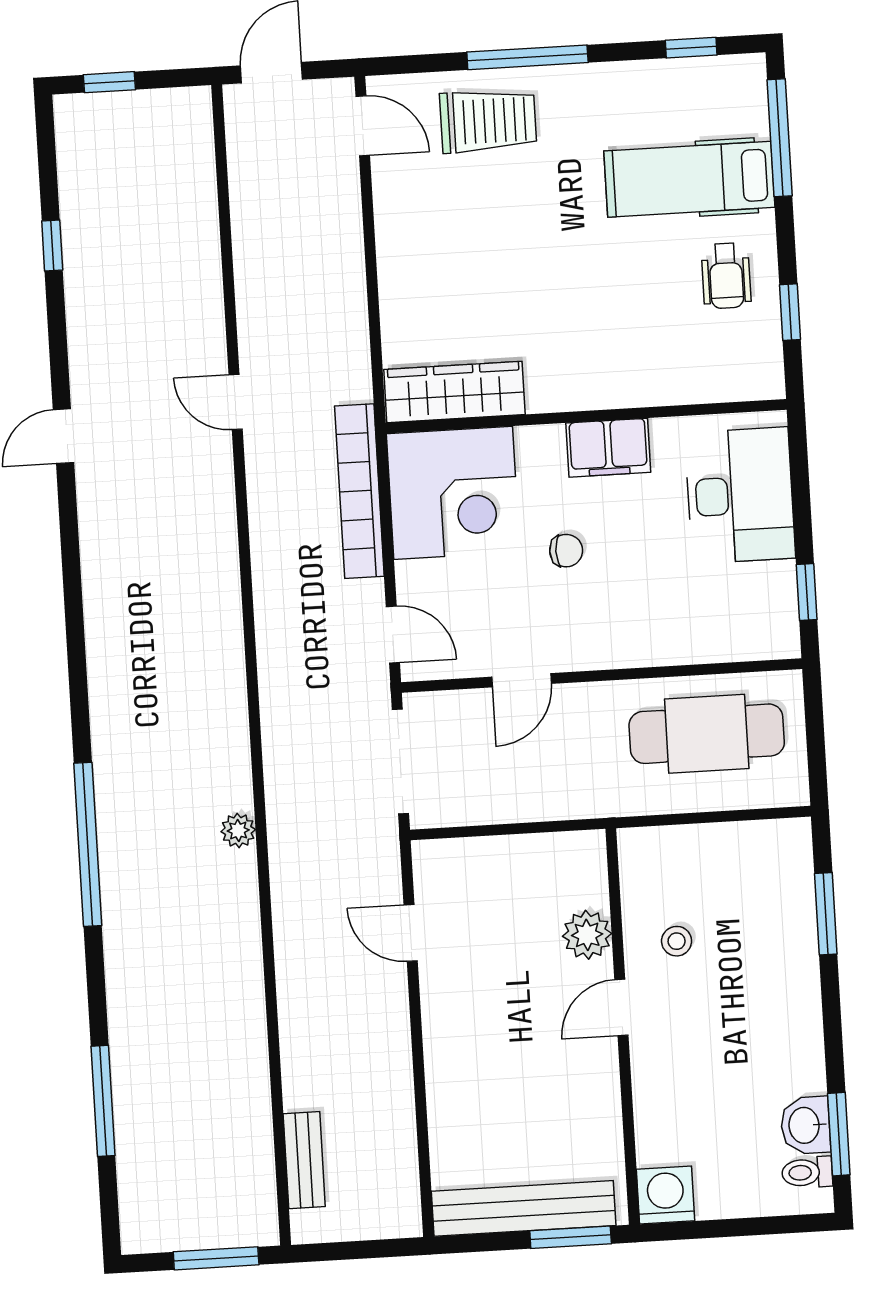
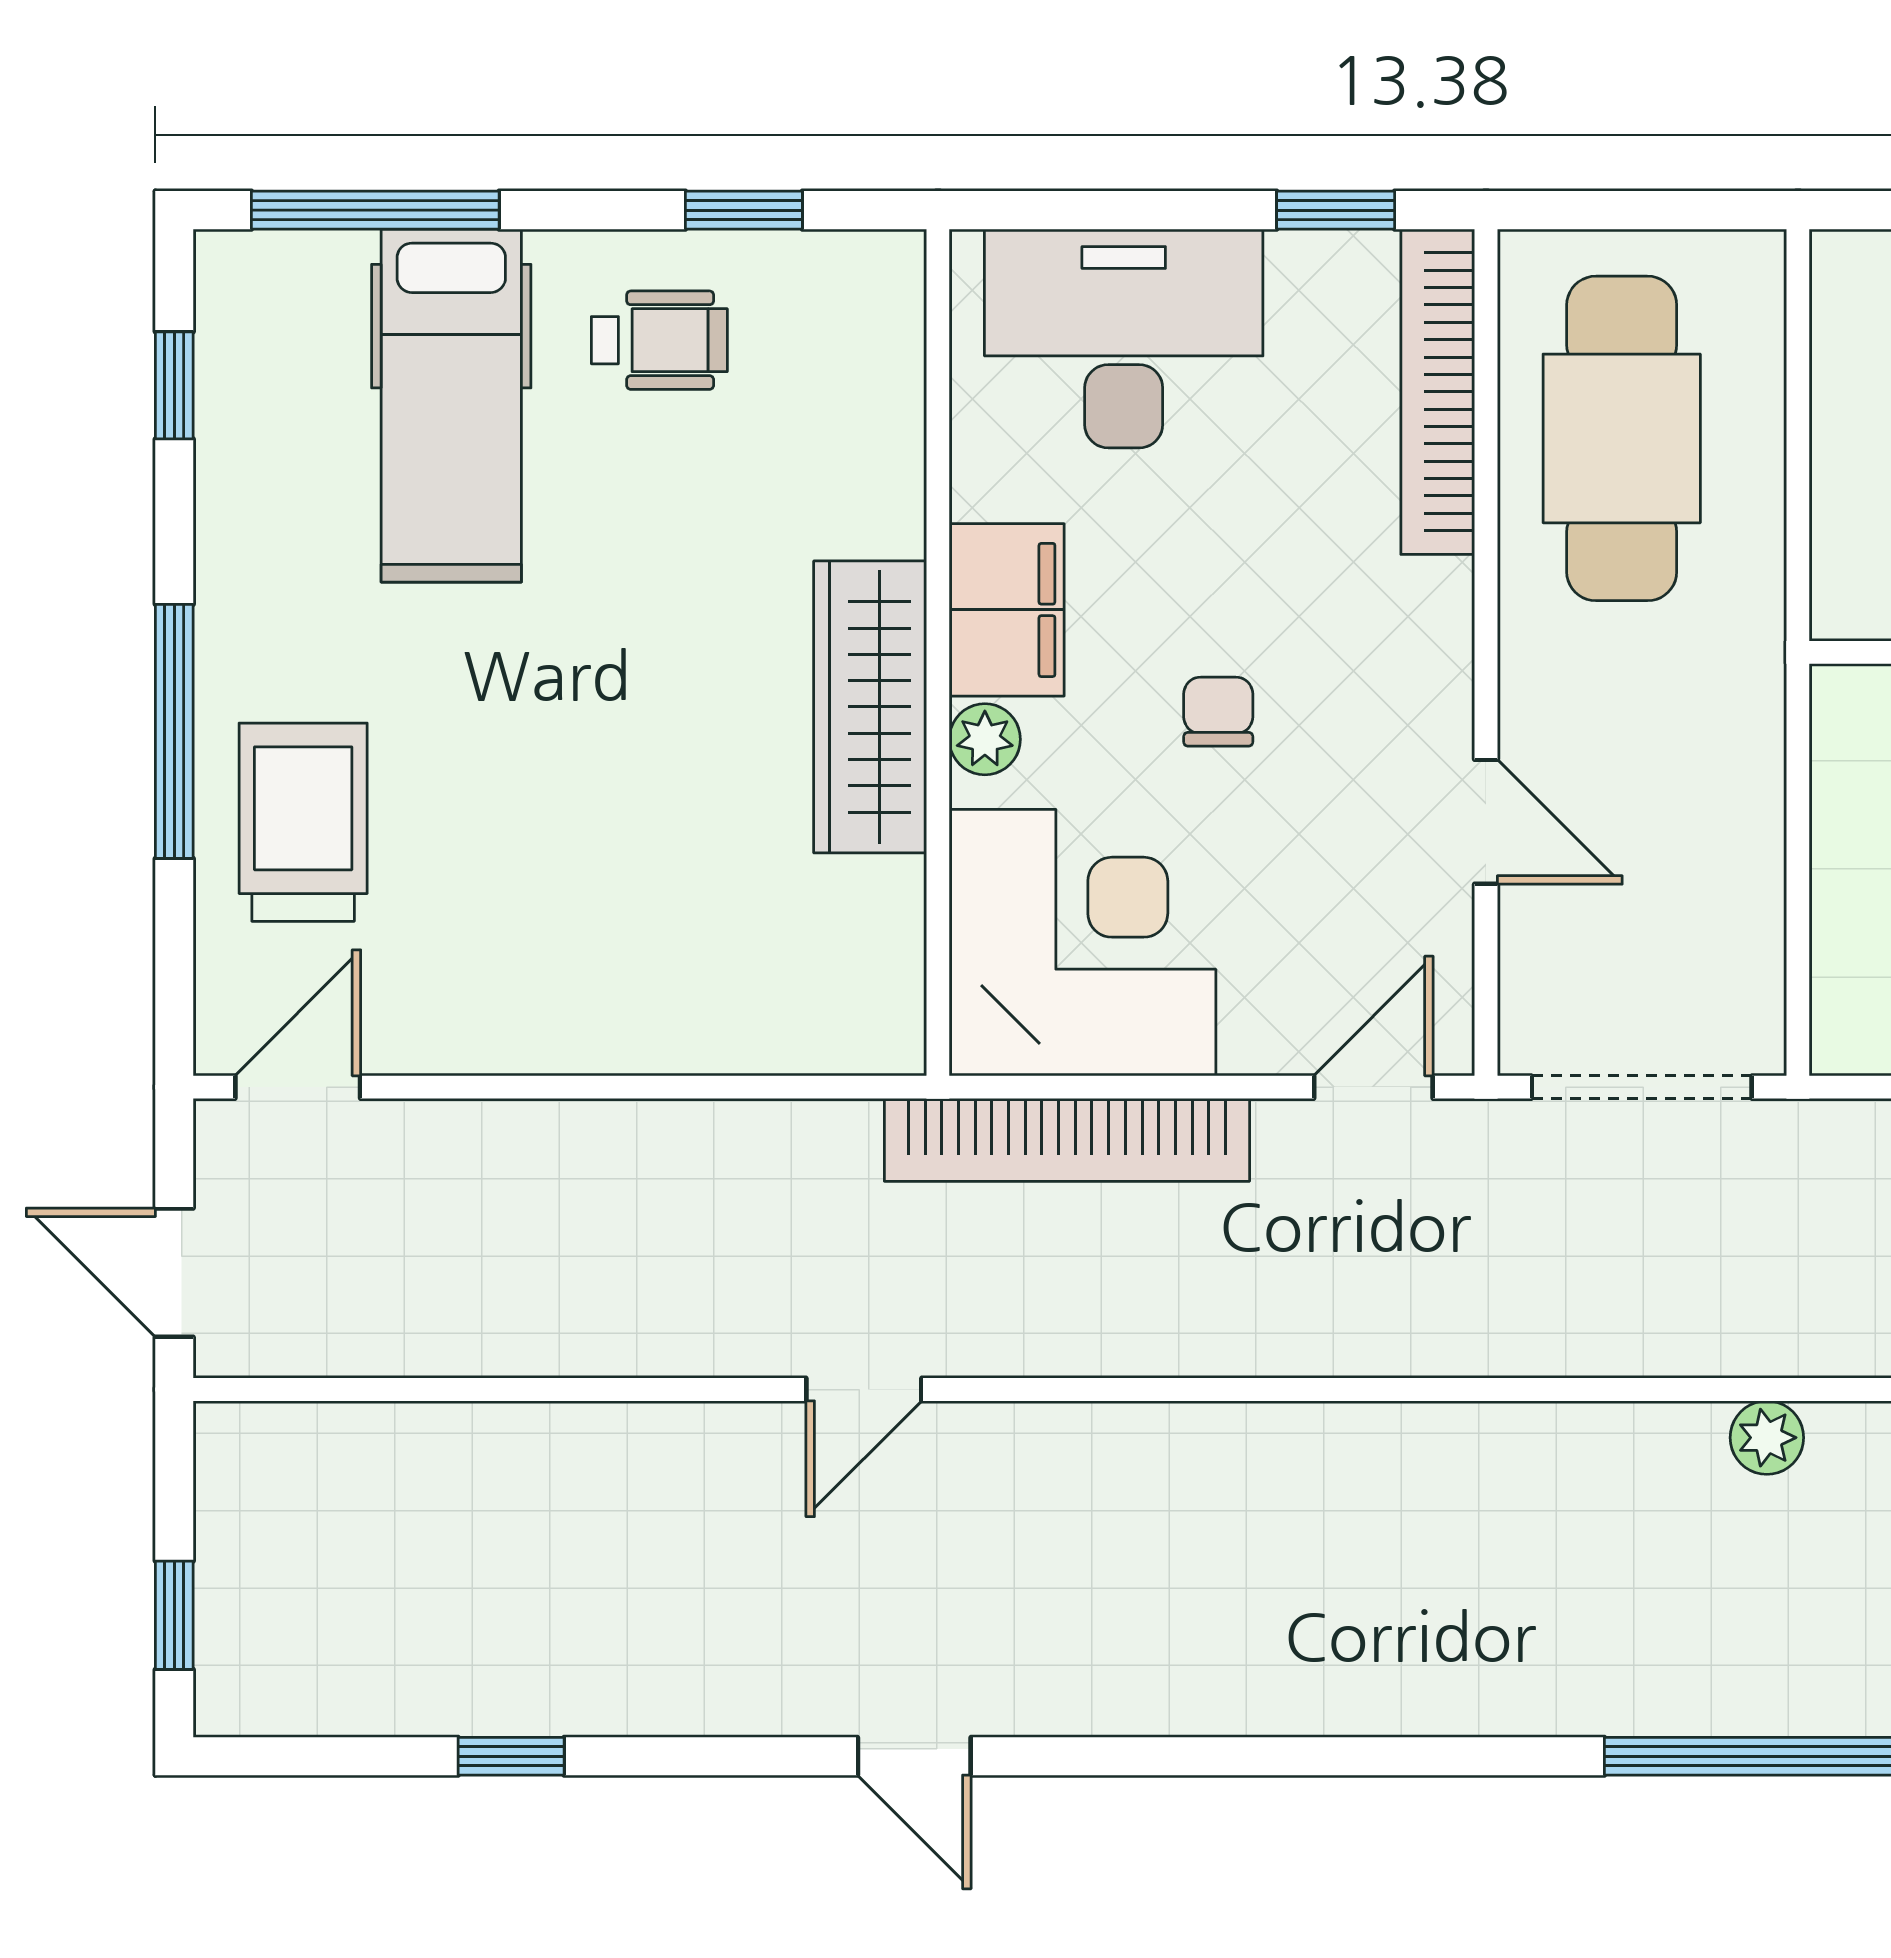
wardrobe: (454, 392) -> (870, 707), moved
plant: (547, 441) -> (985, 739), added
bookcase: (724, 645) -> (1438, 392), added

